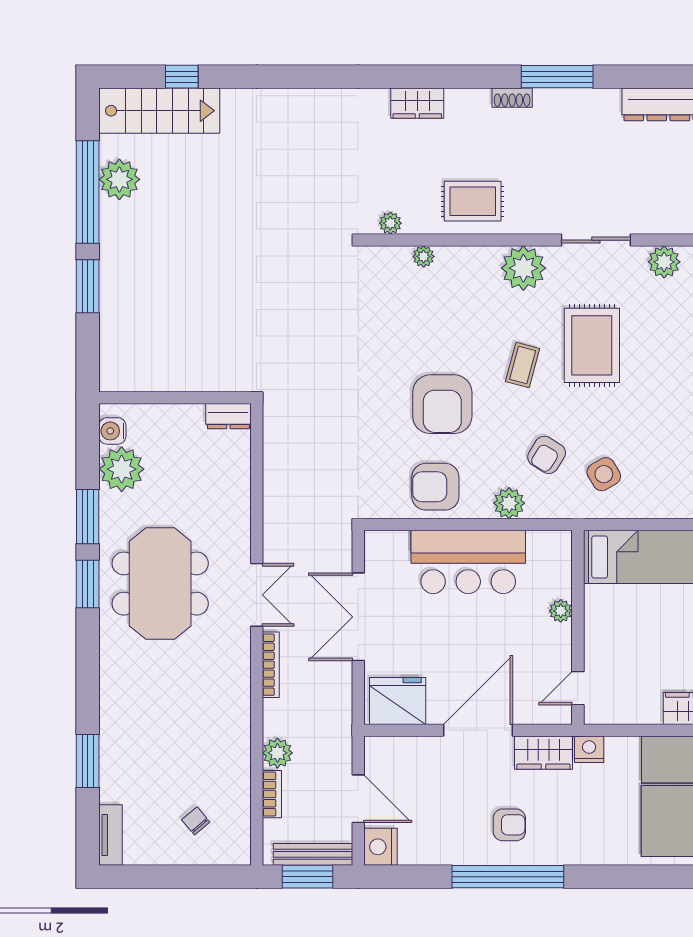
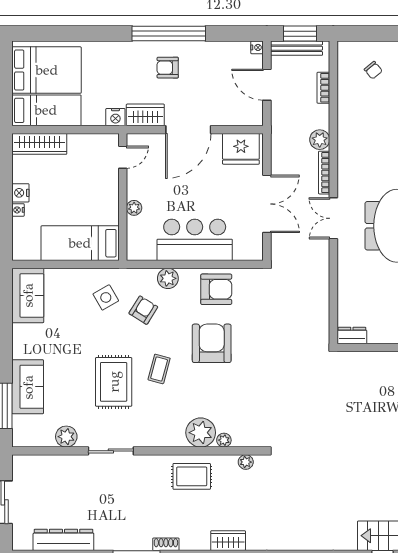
plant: (523, 268) -> (201, 433), moved
plant: (277, 753) -> (320, 140), moved
nightstand: (380, 847) -> (257, 47), width x0.53, depth x0.56

